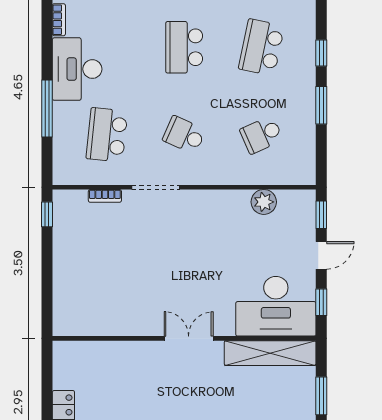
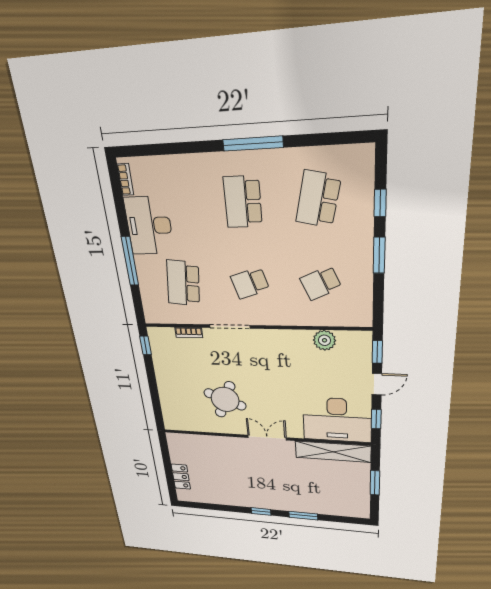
school desk: (184, 135) -> (250, 283), turned -42
round table: (140, 285) -> (225, 399), added

